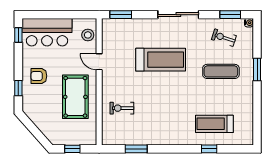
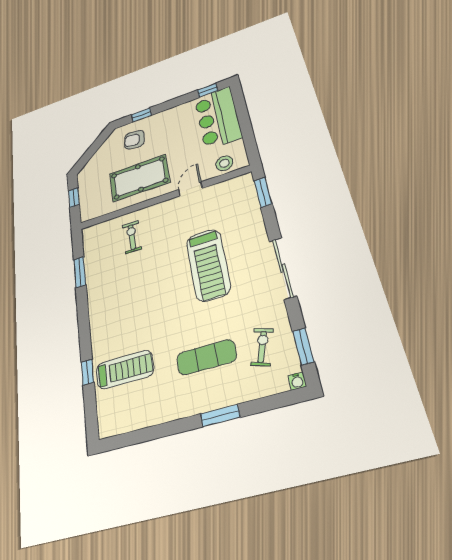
exercise mat: (221, 71) -> (206, 357), turned 90
armchair: (39, 76) -> (134, 140), moved, turned -82
treadmill: (214, 124) -> (125, 370), turned 90

